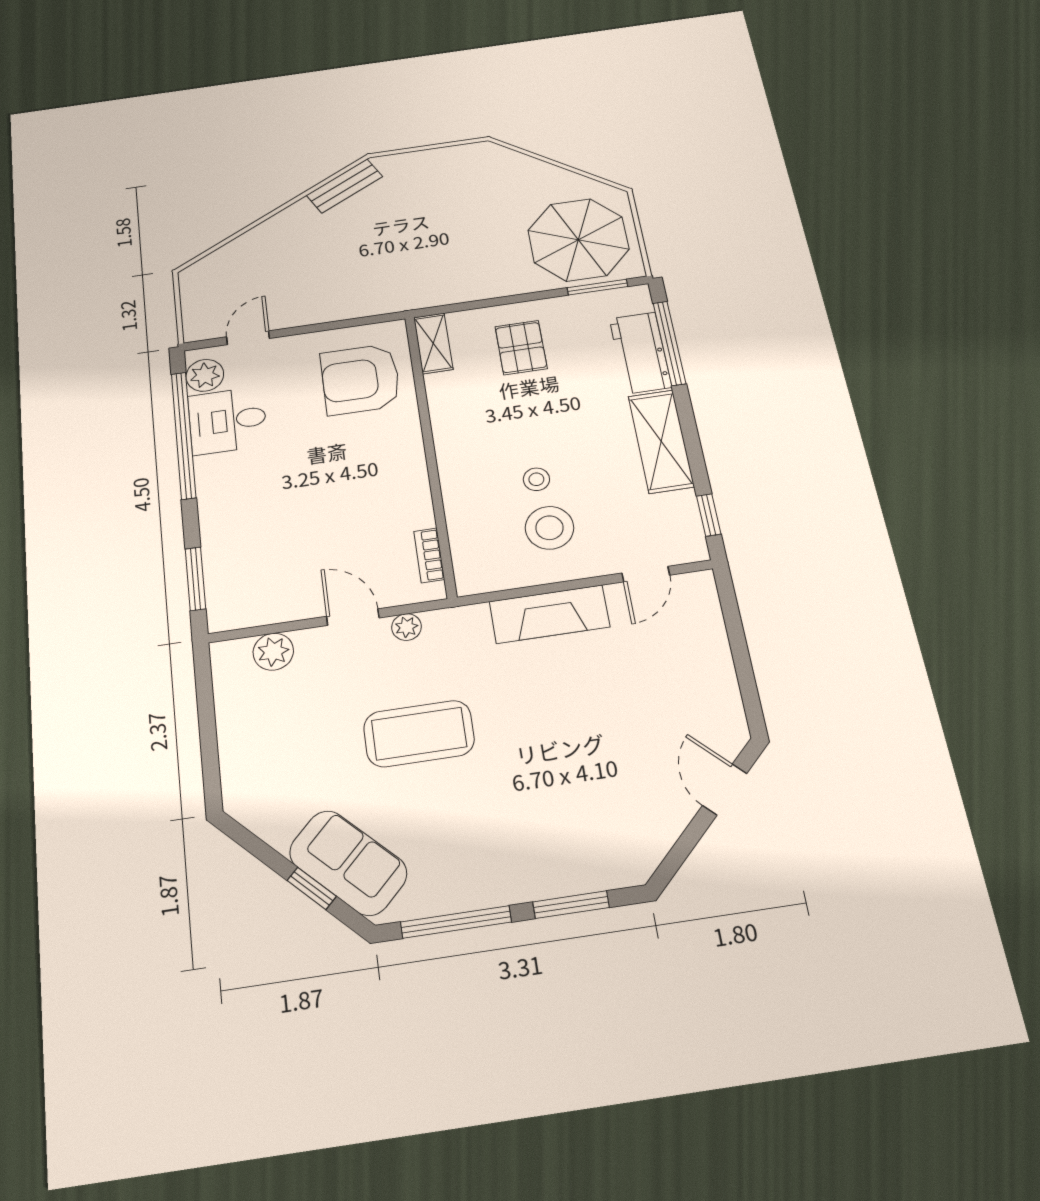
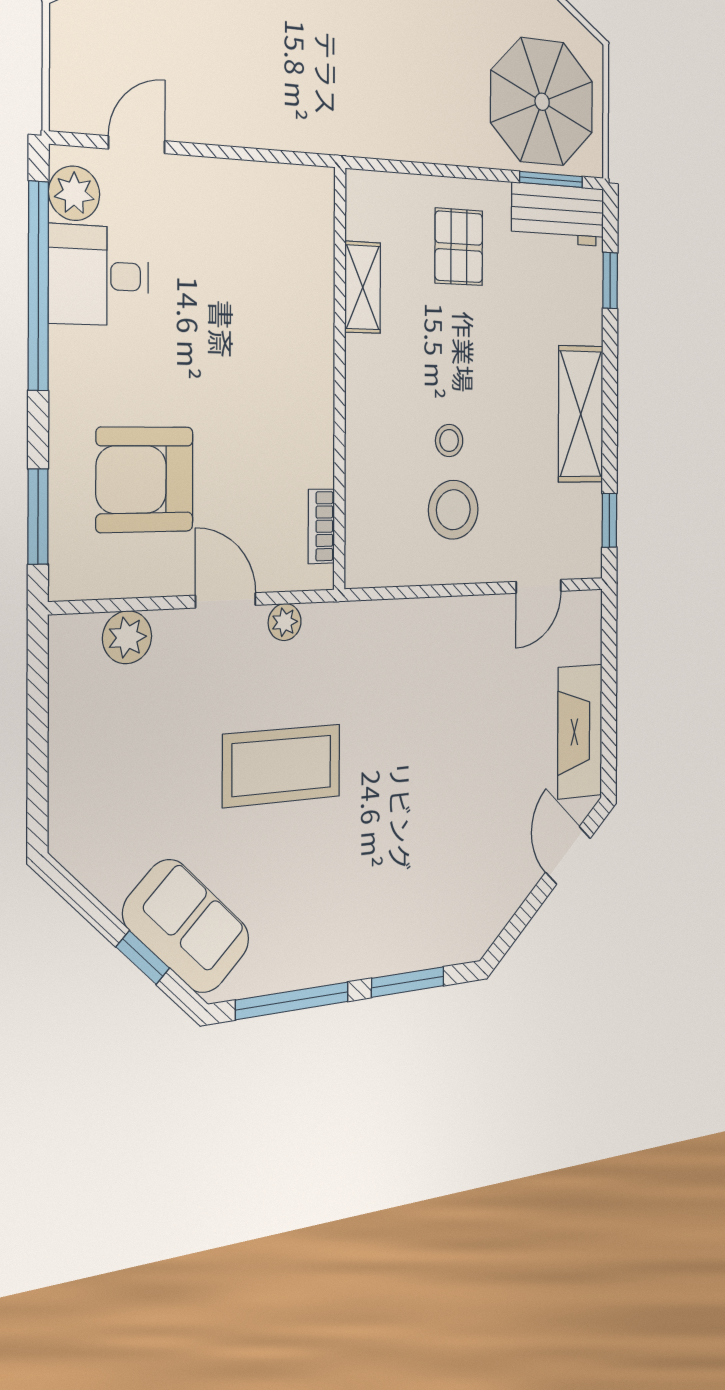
shelving: (433, 343) -> (363, 287), moved
window: (669, 343) -> (610, 280), width x0.46
workbench: (640, 353) -> (558, 214), moved, turned -90
armchair: (360, 379) -> (145, 479), moved
fireplace: (549, 614) -> (580, 731), moved, turned 90

